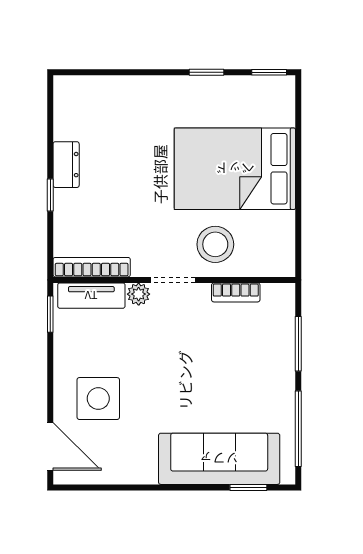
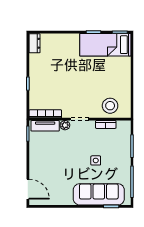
dresser: (66, 165) -> (35, 43), moved
bed: (235, 169) -> (105, 45), moved, width x0.67
stool: (215, 244) -> (110, 106), moved
side table: (98, 399) -> (96, 160), moved, width x0.54, depth x0.54

